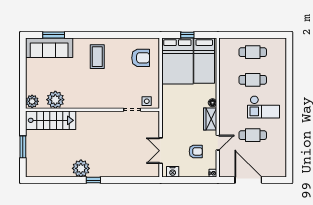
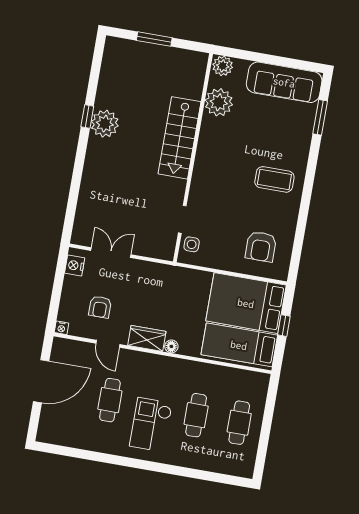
sofa: (49, 48) -> (284, 82), moved, turned -90
stairs: (51, 120) -> (180, 138), moved
window: (93, 180) -> (87, 116), moved

